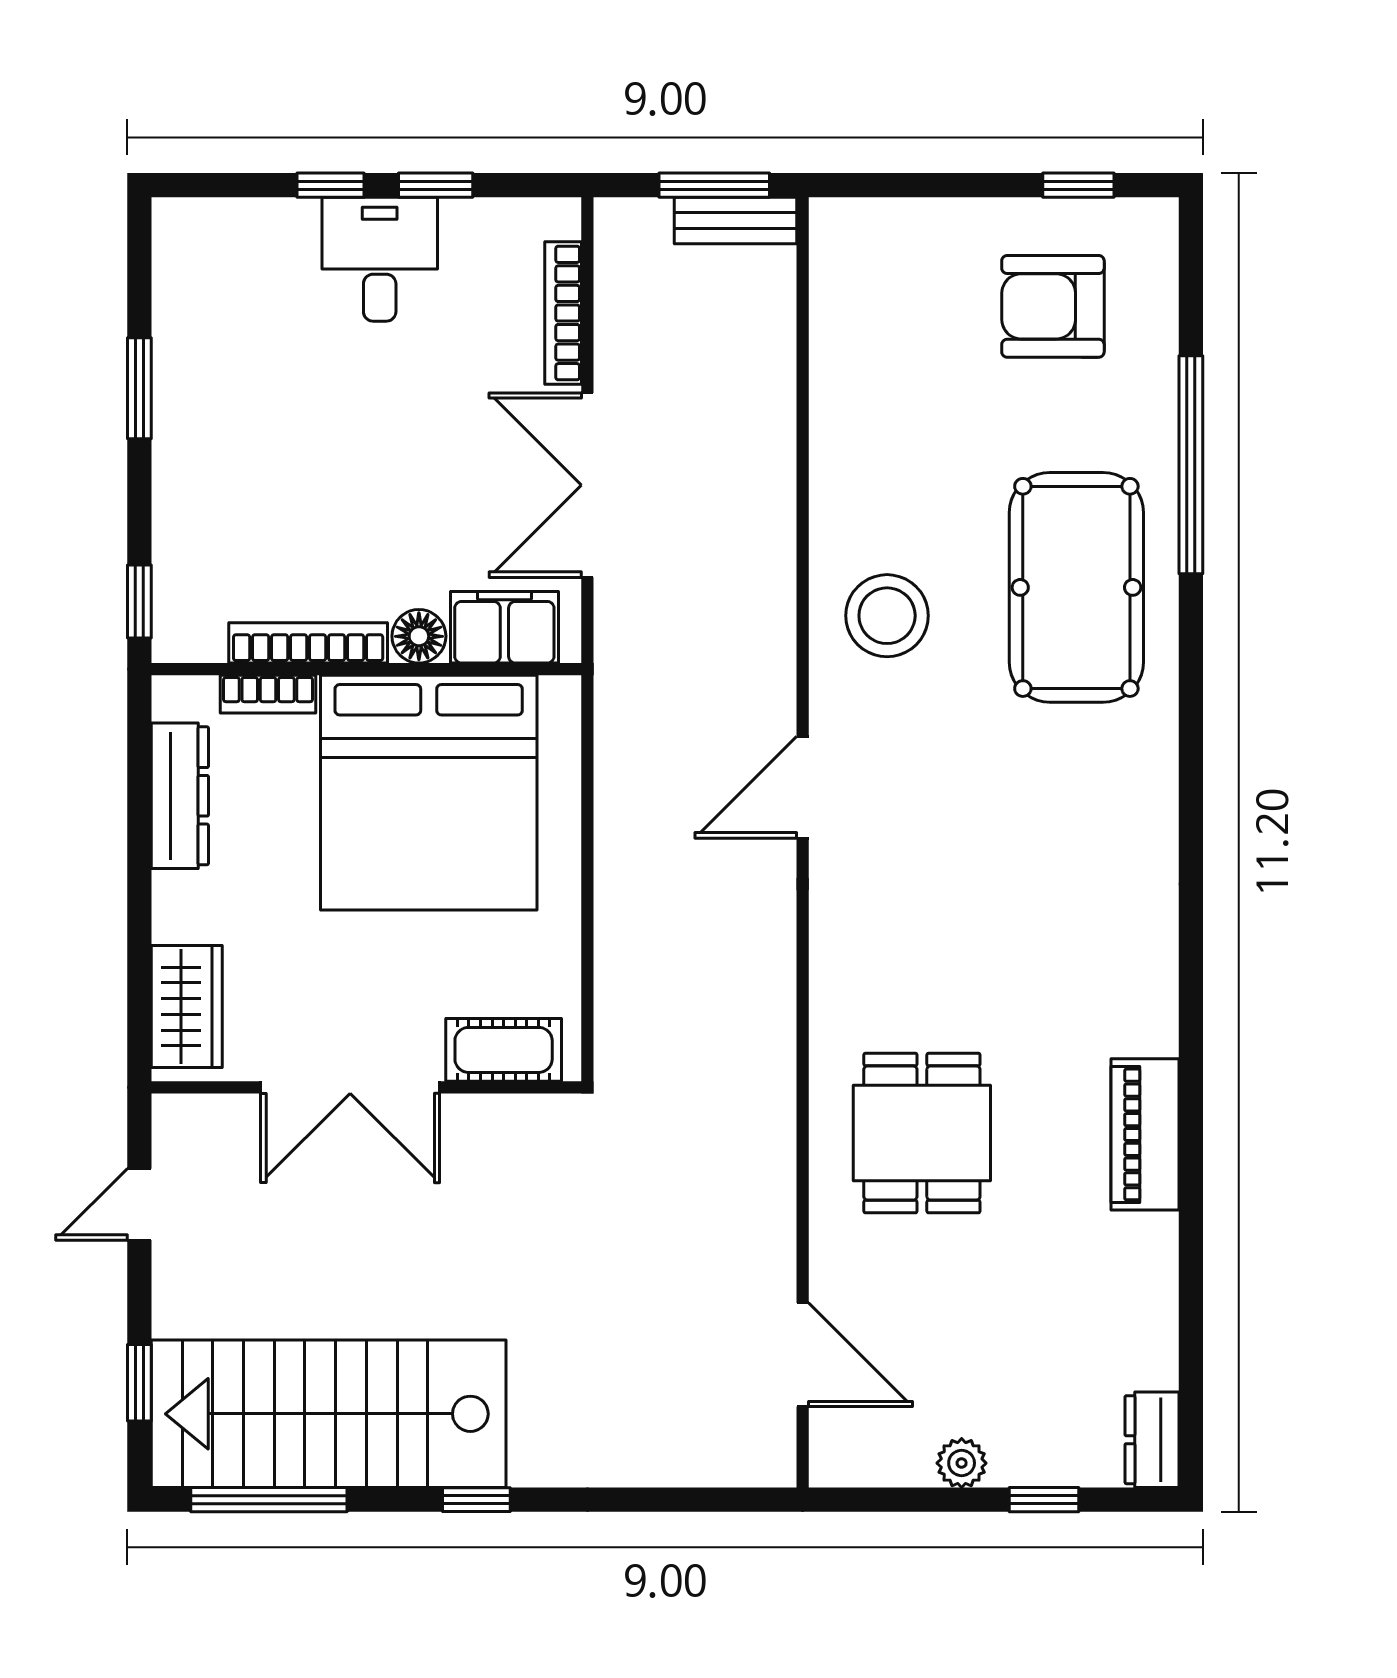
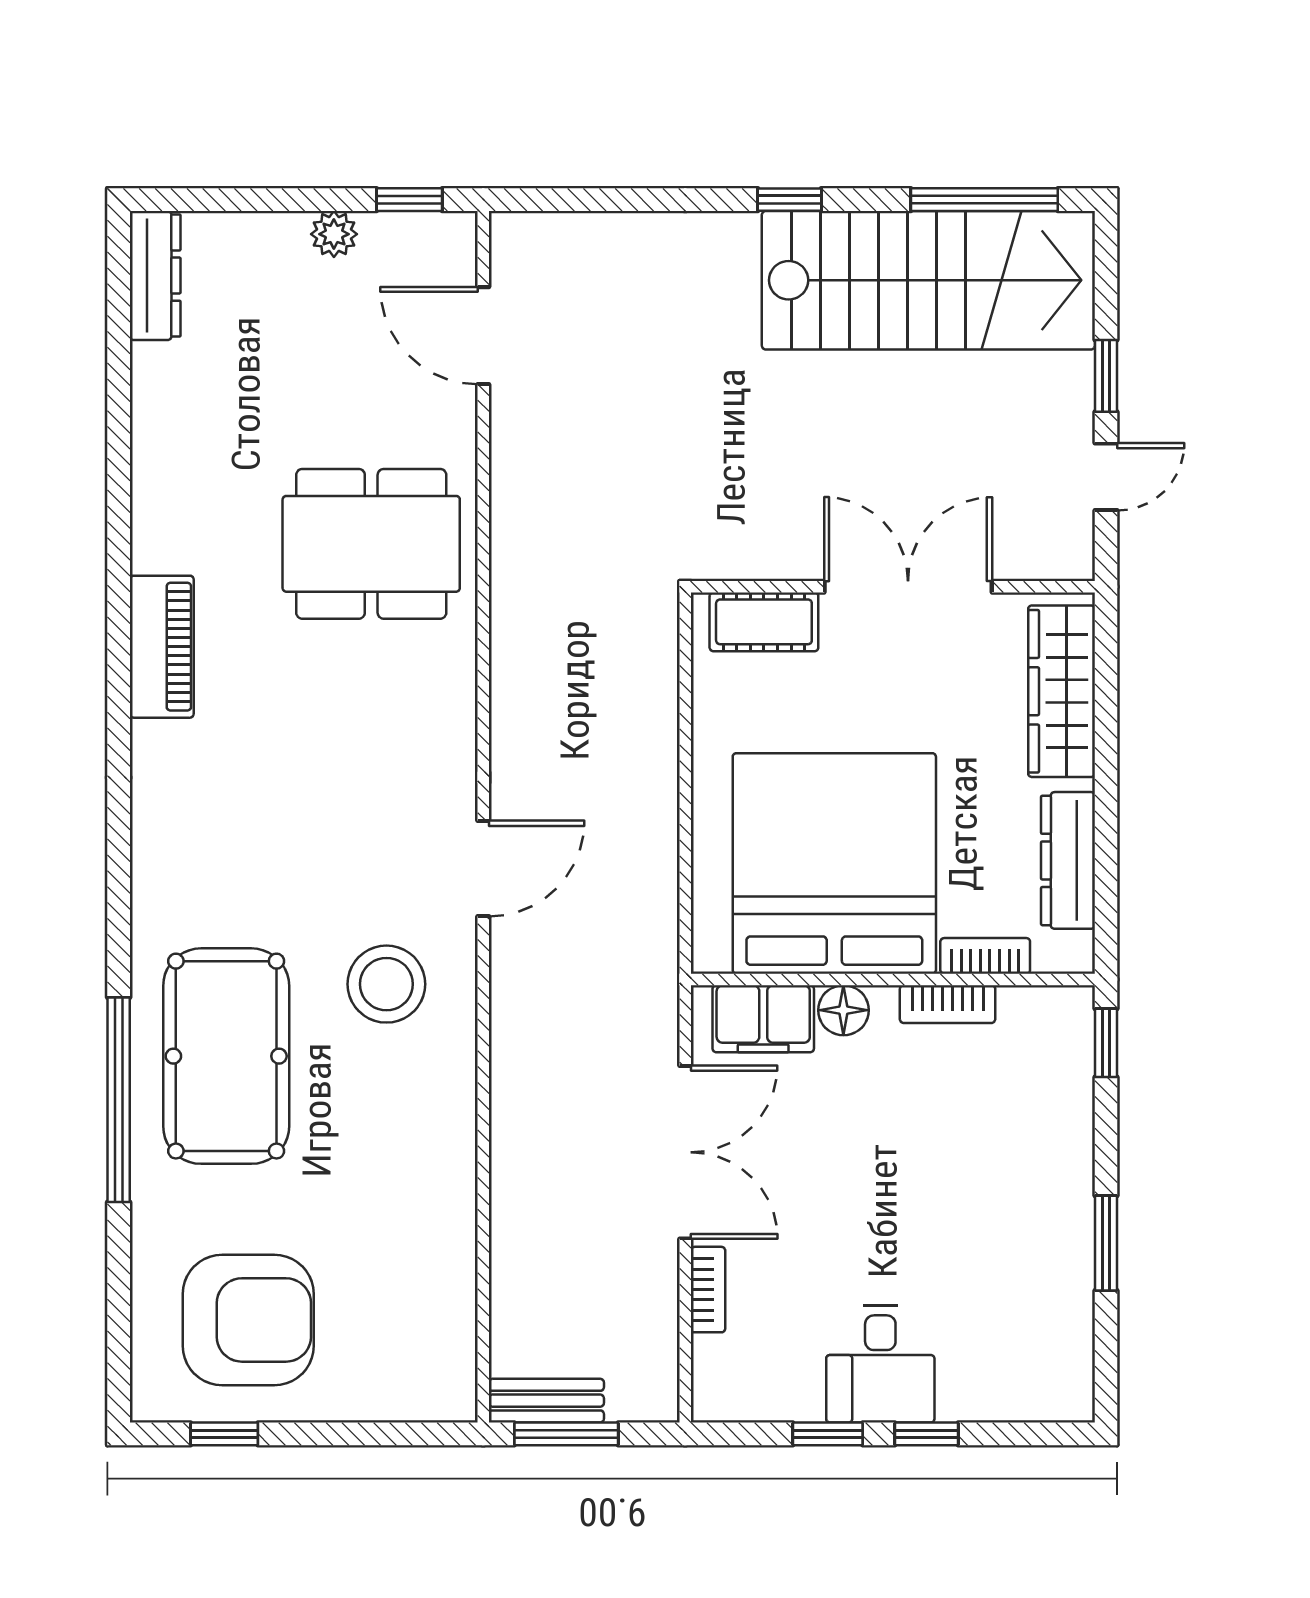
armchair: (1053, 306) -> (248, 1320), width x1.36, depth x1.36
bookcase: (563, 313) -> (708, 1290), width x0.64
window: (1191, 465) -> (119, 1100), moved
stool: (887, 616) -> (386, 984), moved
bookcase: (308, 643) -> (948, 1004), width x0.64
wardrobe: (187, 1007) -> (1062, 691), width x1.50
dining table: (922, 1133) -> (371, 544), width x1.37
piano: (1145, 1134) -> (162, 647), moved
window: (139, 1383) -> (1106, 376), moved
dresser: (1152, 1440) -> (155, 276), width x1.44
window: (1044, 1500) -> (409, 200), moved

